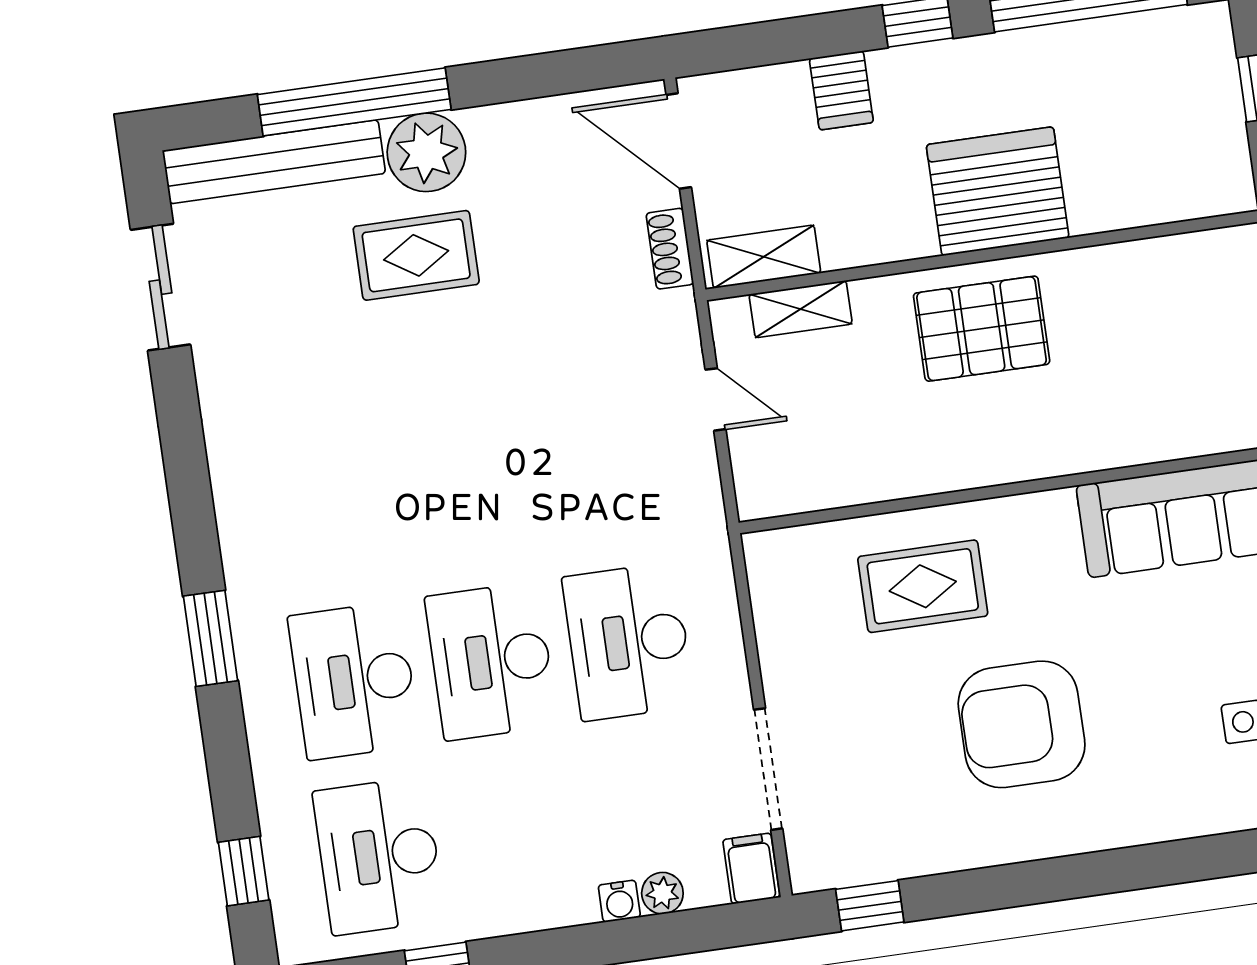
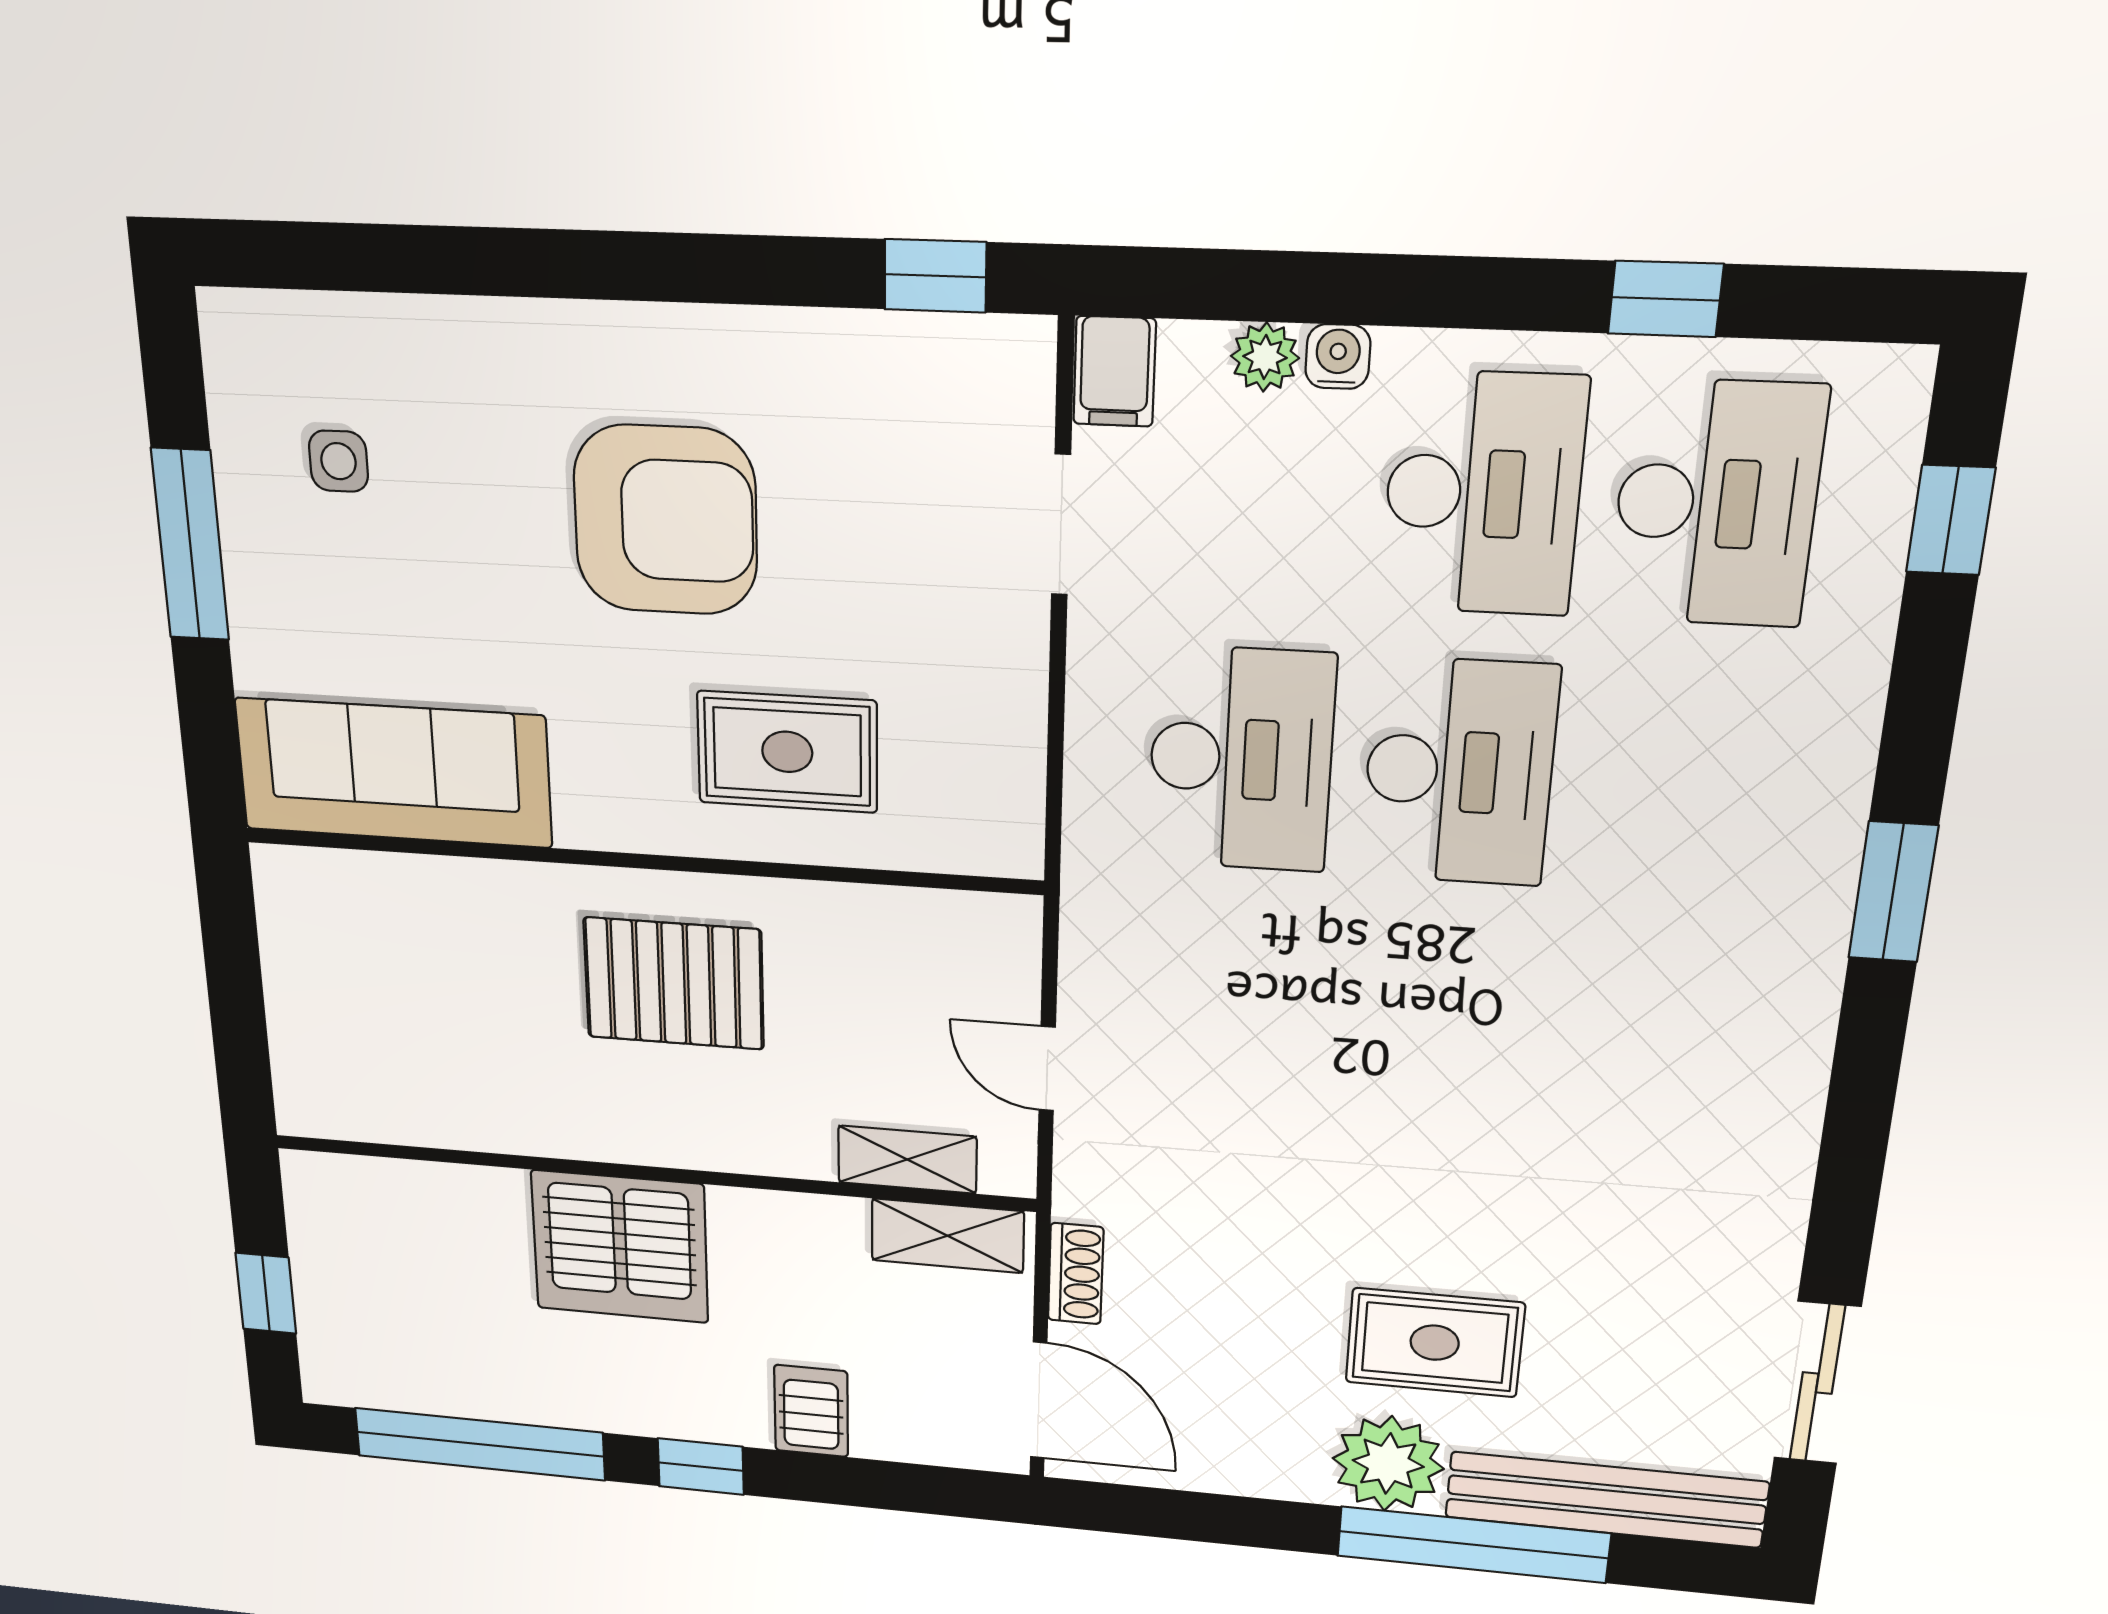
pallet: (982, 329) -> (674, 983), moved
desk: (354, 681) -> (1483, 493), moved
doorway: (768, 769) -> (1061, 525), width x0.73

